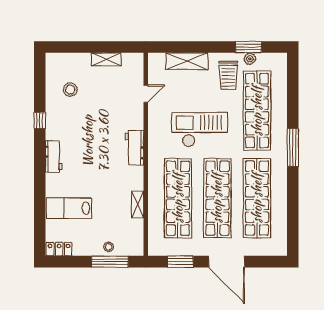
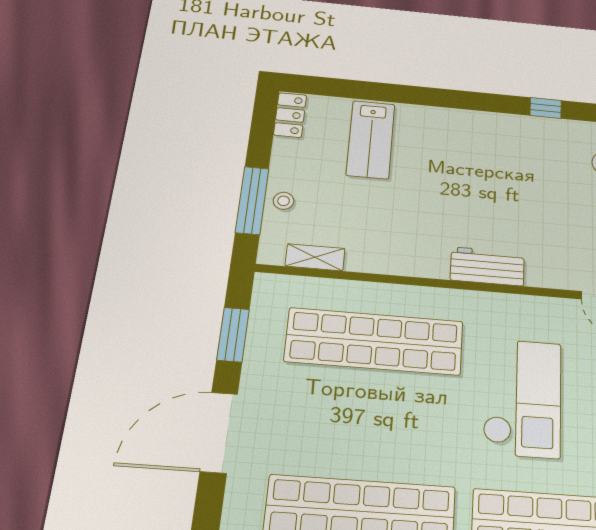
workbench: (54, 157) -> (475, 124), removed
shop shelf: (217, 198) -> (368, 423), removed
shelving: (138, 204) -> (315, 257), moved
lab bench: (69, 208) -> (371, 139), turned 180

